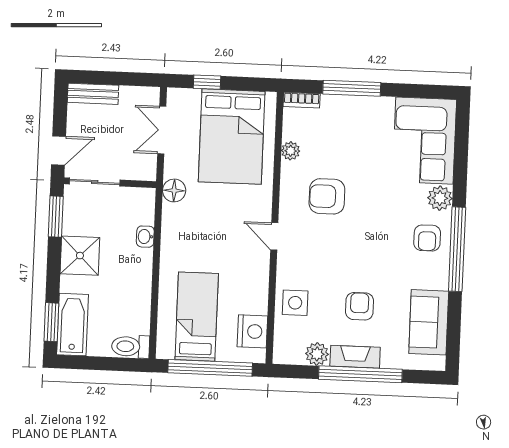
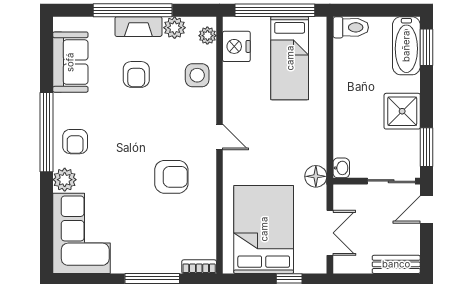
plant: (291, 151) -> (207, 36), moved
washbasin: (145, 237) -> (341, 168), moved
armchair: (427, 238) -> (75, 142), turned 180

